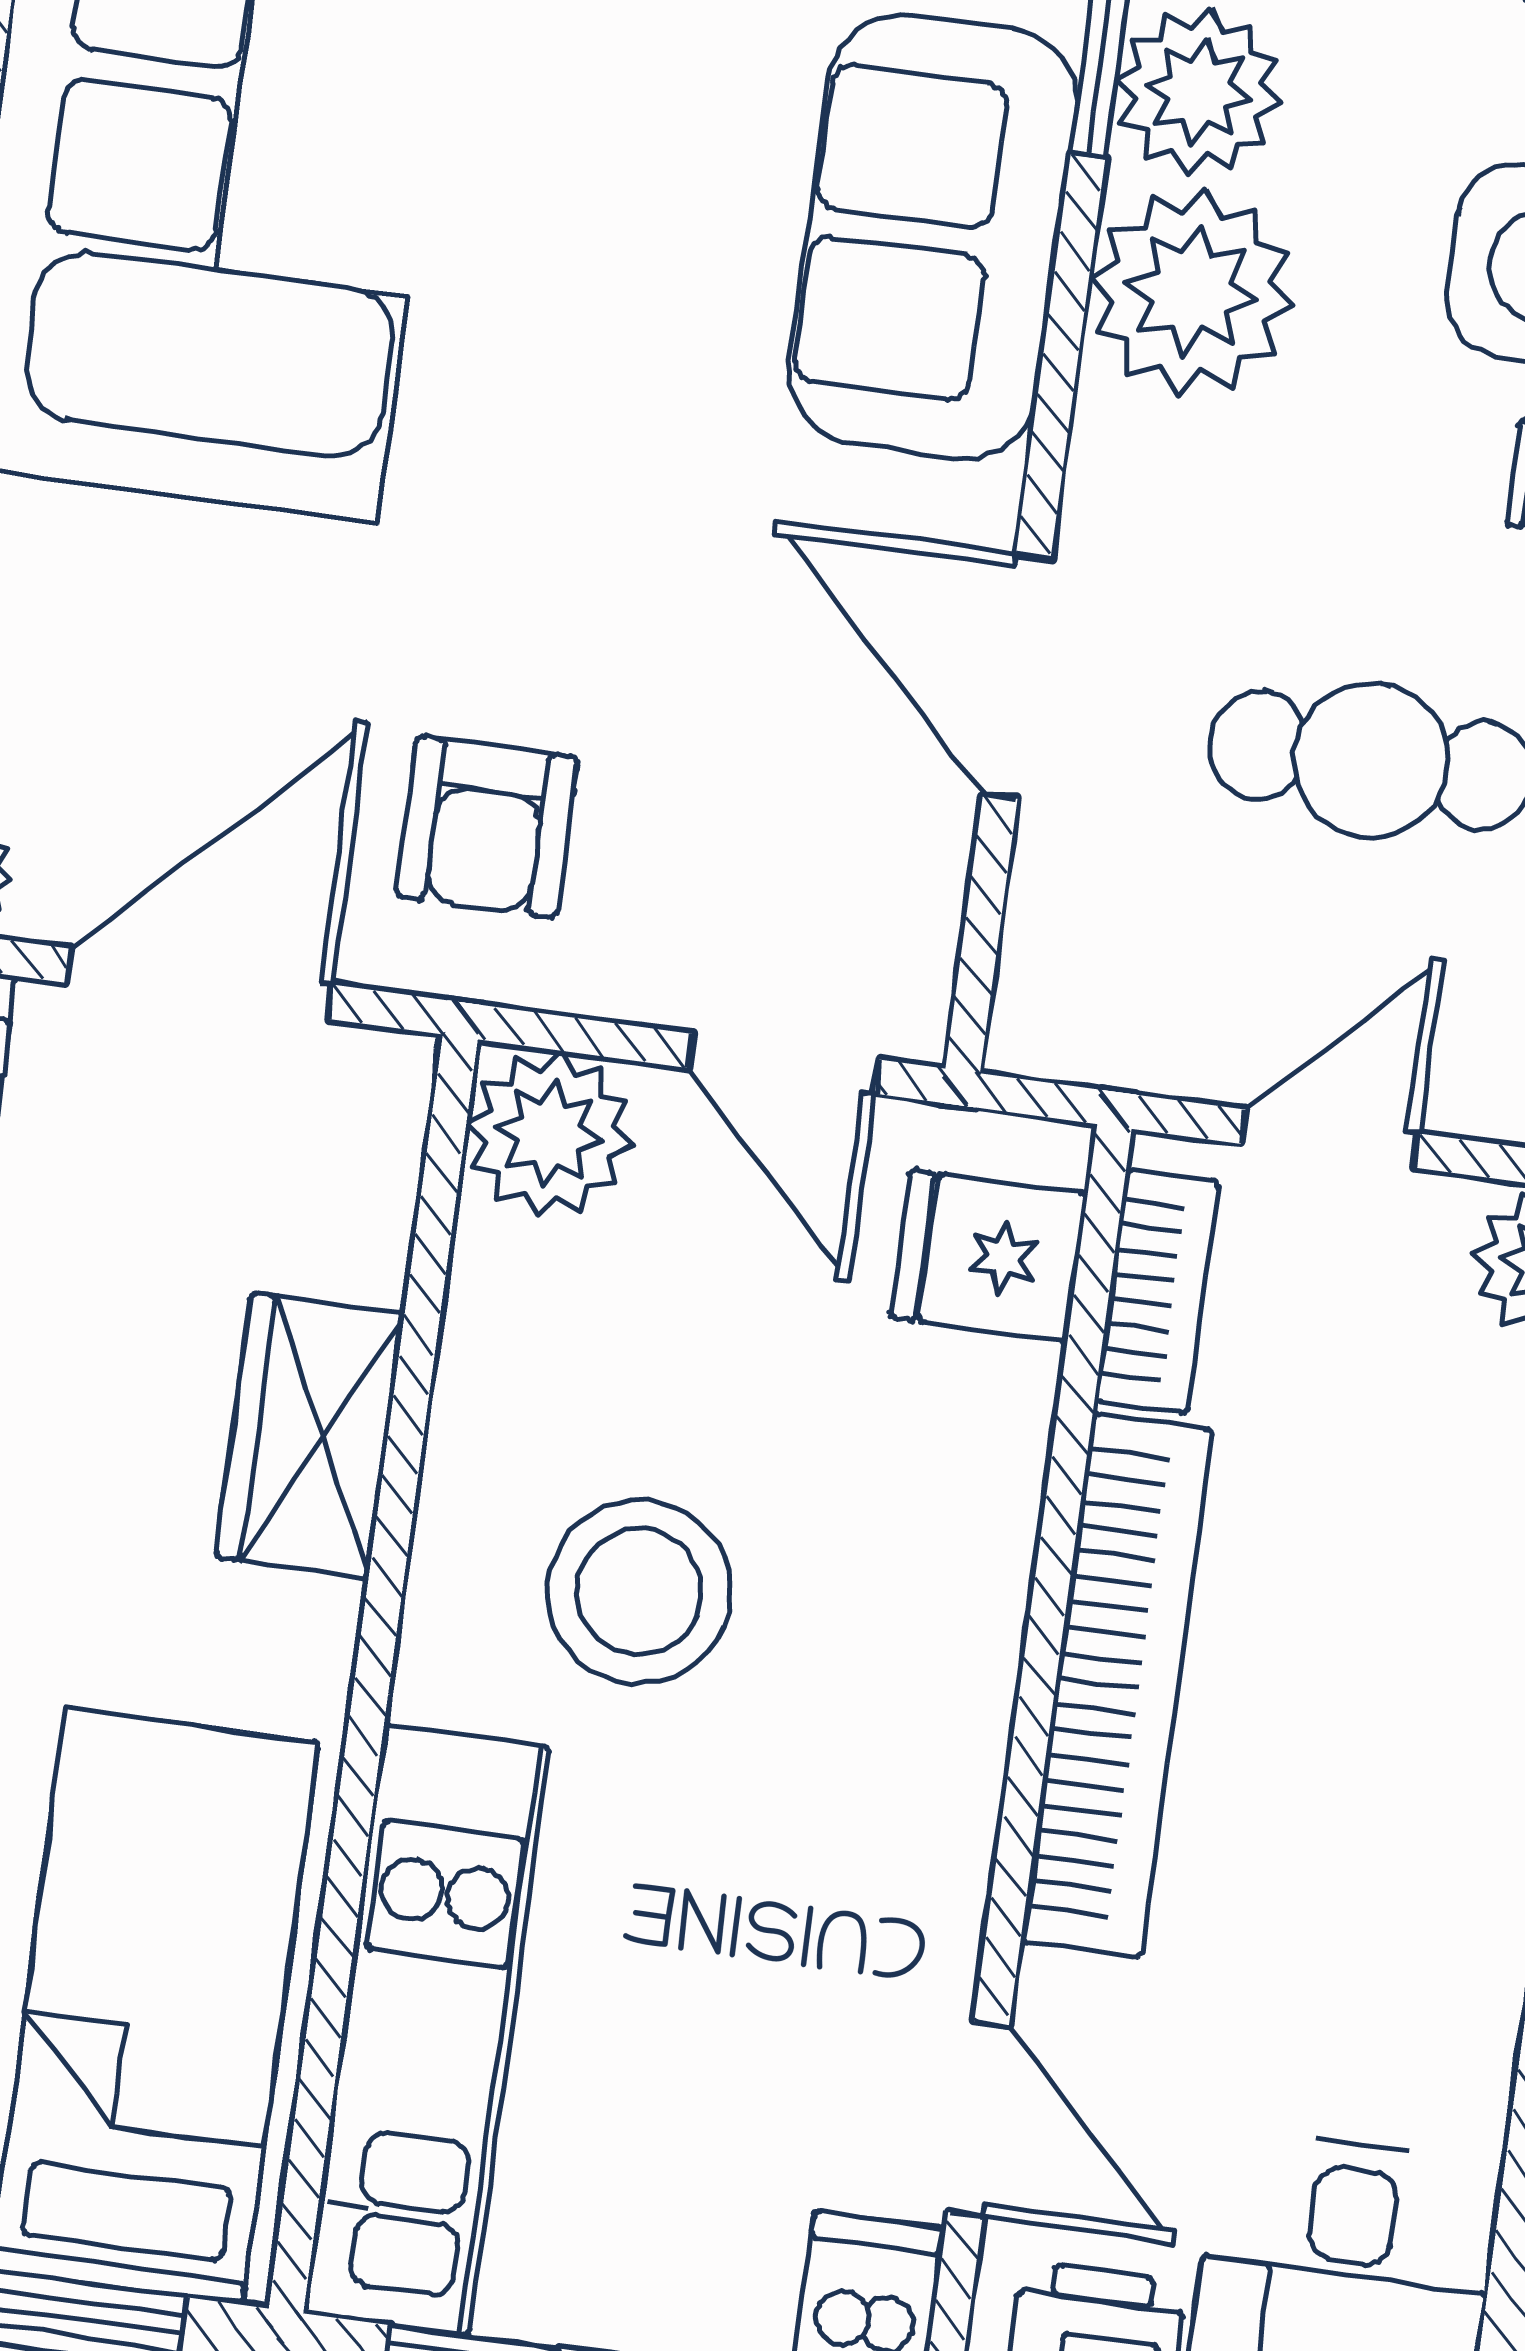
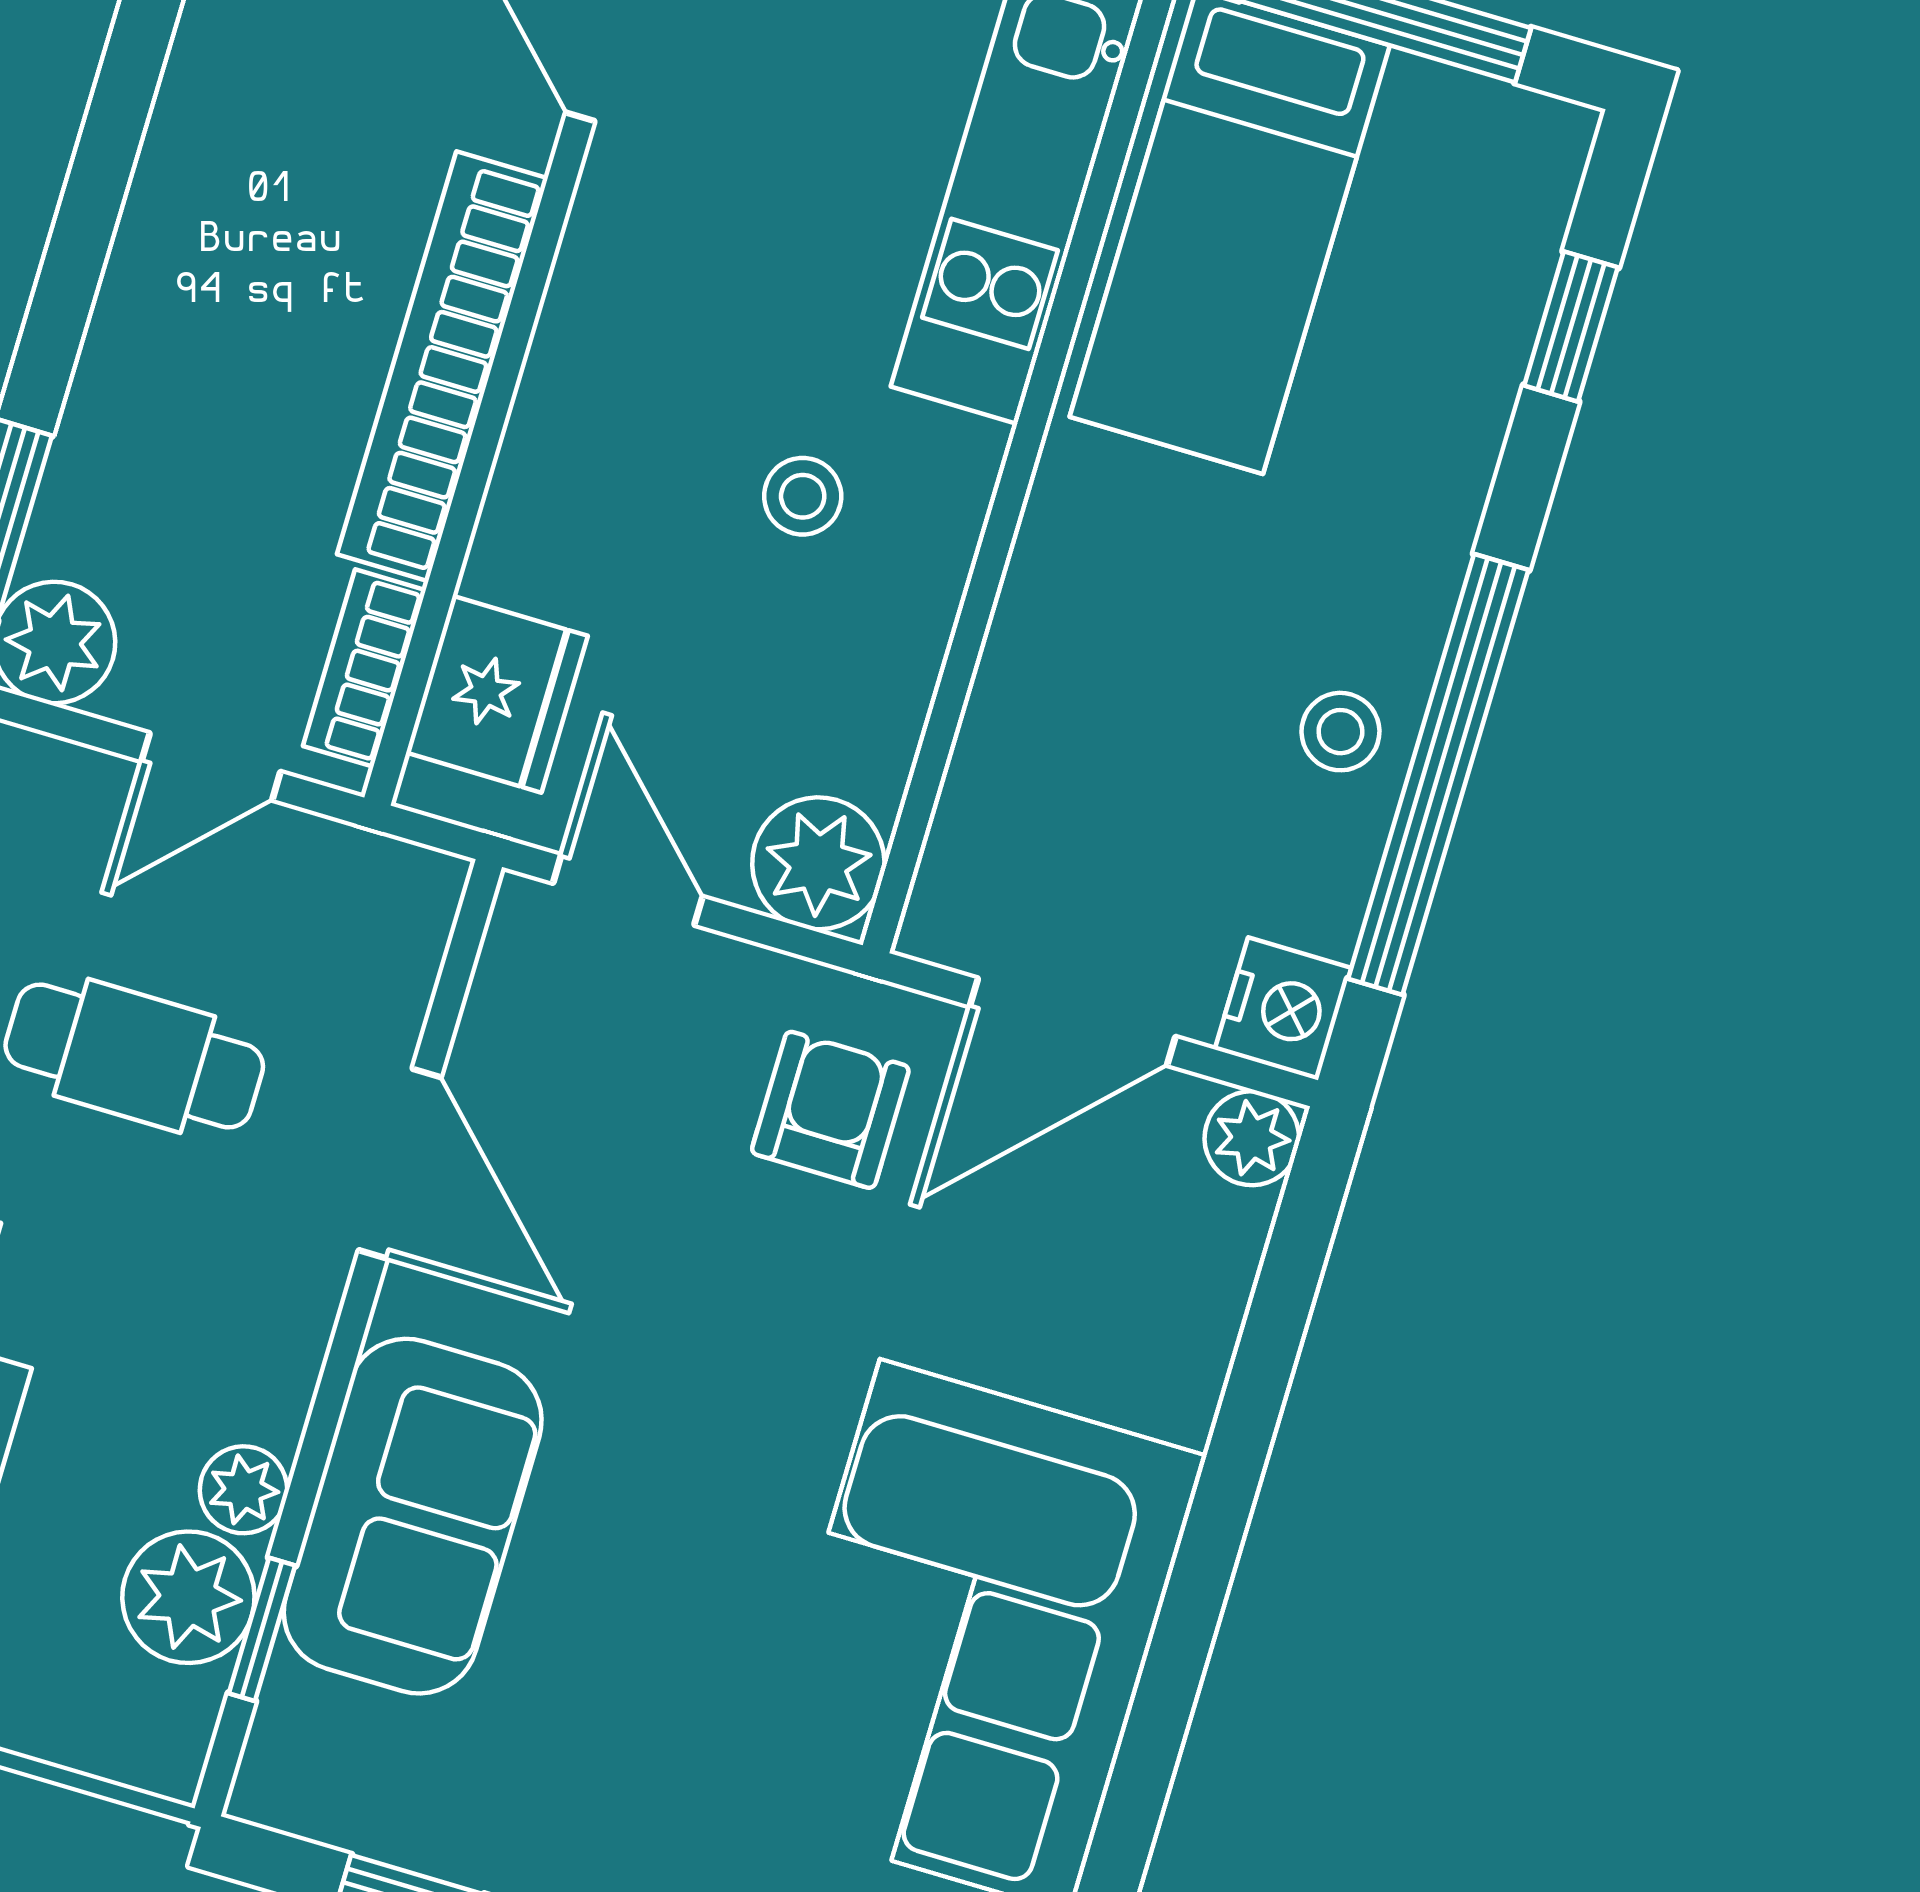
plant: (1192, 292) -> (244, 1490), width x0.53, depth x0.53
fridge: (989, 1256) -> (497, 694), width x1.38
wardrobe: (310, 1435) -> (1040, 657), removed
stool: (639, 1592) -> (803, 496), width x0.53, depth x0.53

